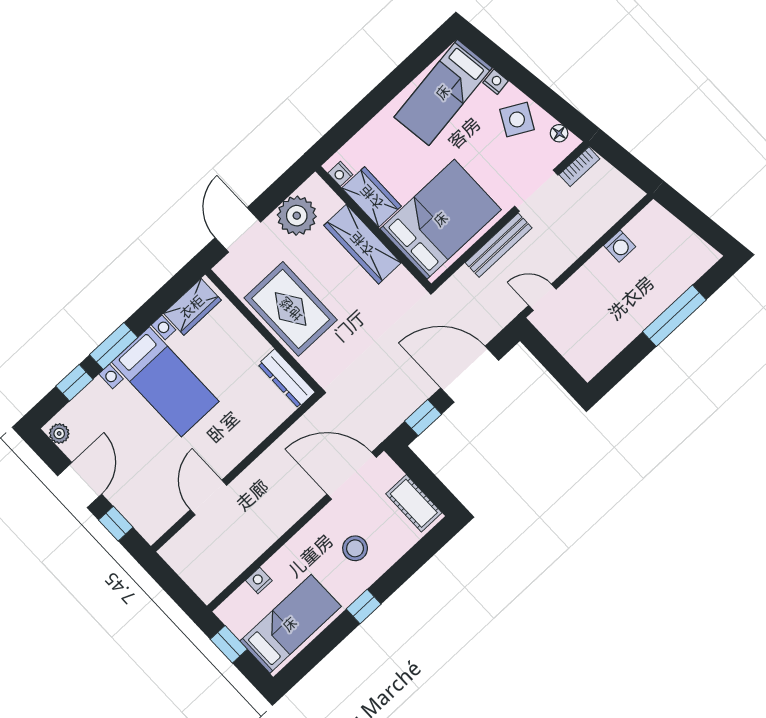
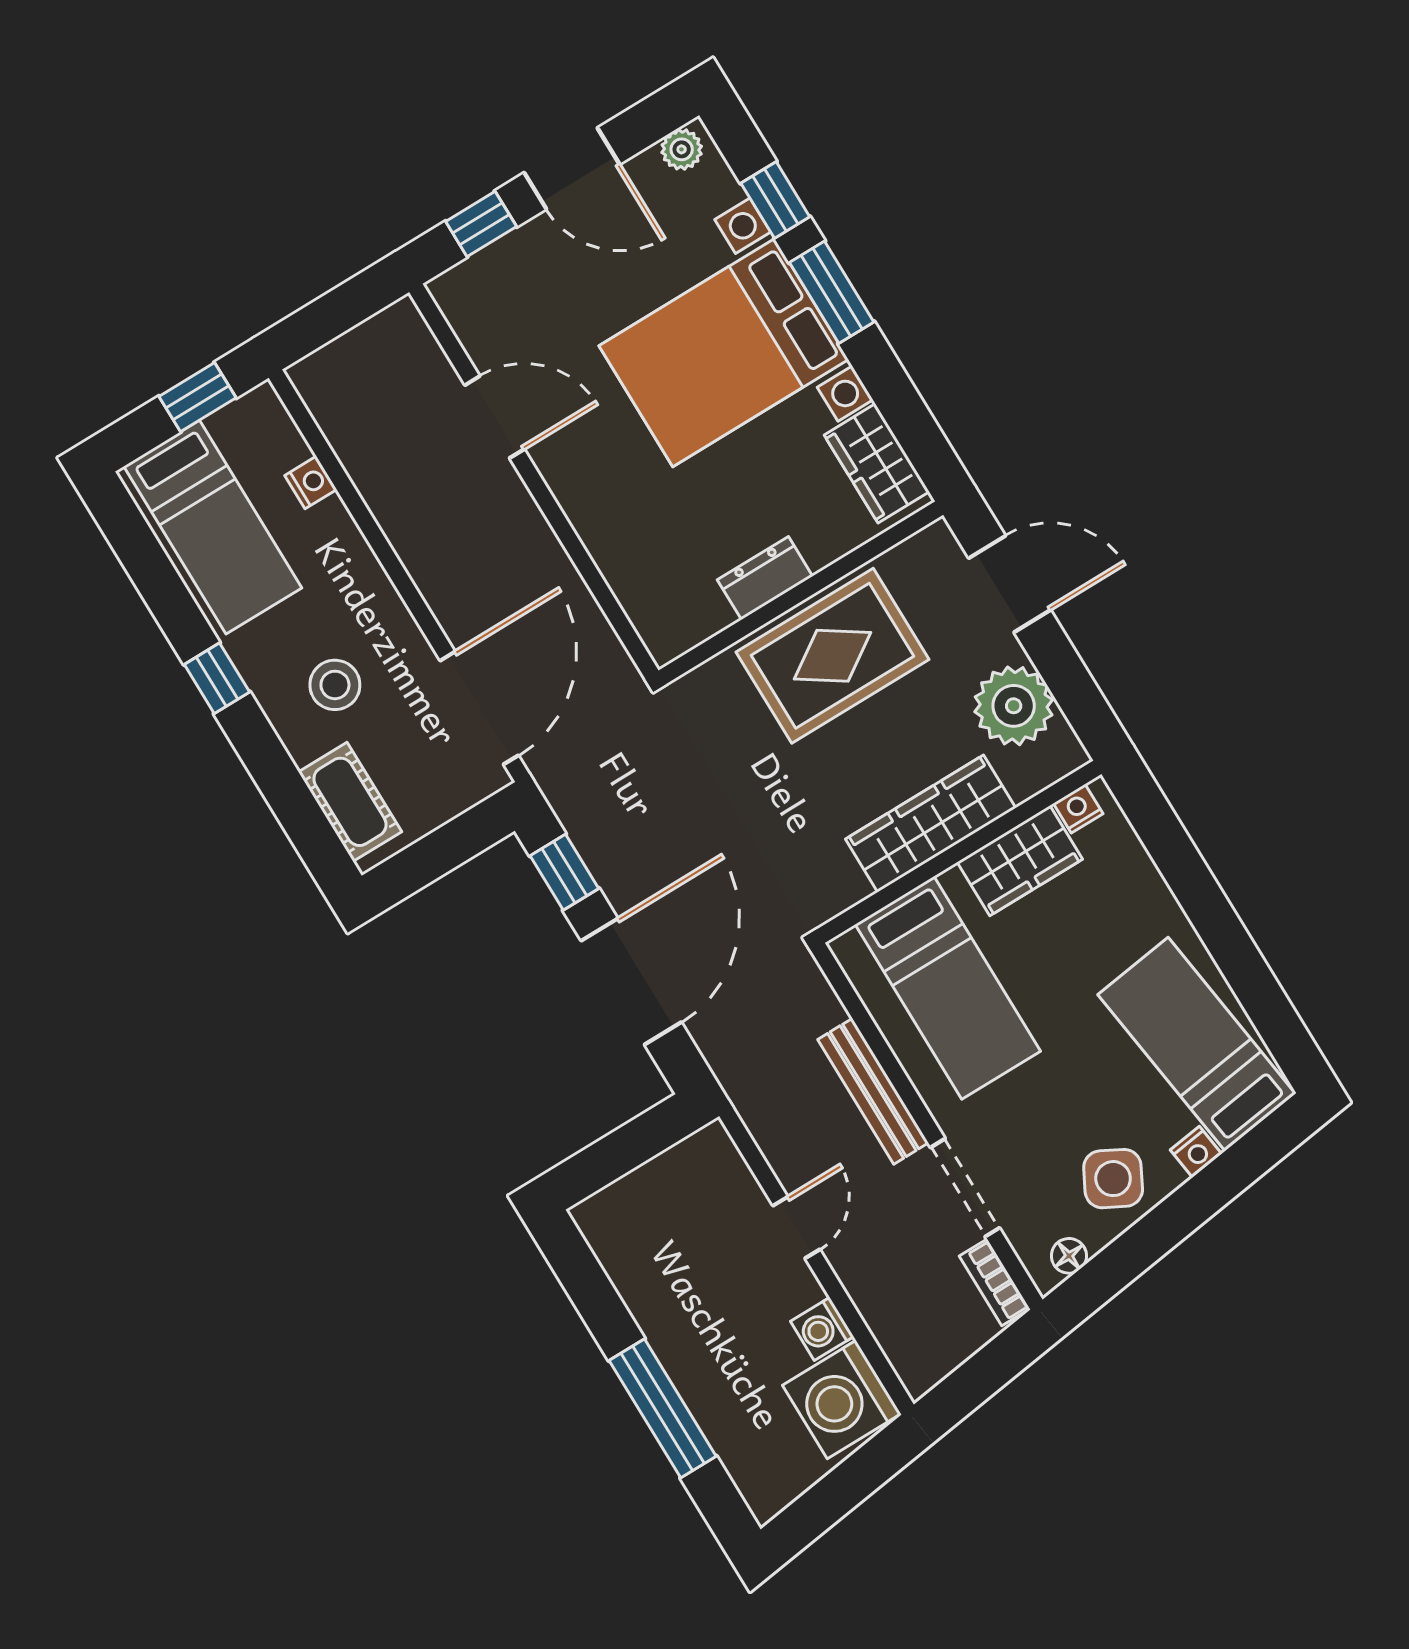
bed: (441, 219) -> (948, 988), width x0.67
washing machine: (652, 229) -> (842, 1399), added
door: (542, 297) -> (796, 1227), moved
dresser: (286, 378) -> (765, 578), moved, width x0.70
bed with nightstands: (165, 382) -> (724, 353), width x1.36
cot: (414, 503) -> (350, 802), moved, turned 90

